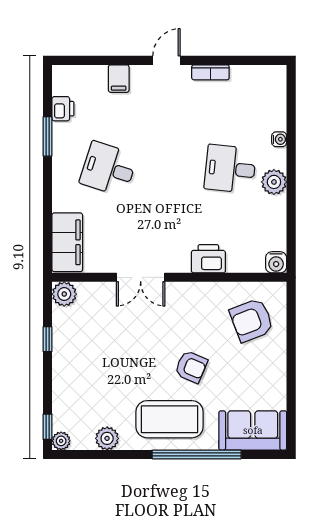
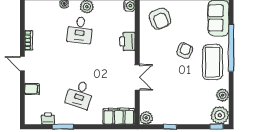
plant: (61, 441) -> (220, 115), width x1.87, depth x1.87

